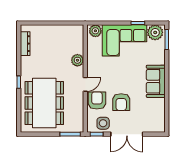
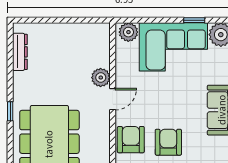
door: (85, 84) -> (113, 99), moved
armchair: (121, 102) -> (168, 142), turned 180

